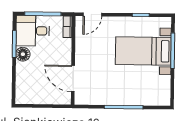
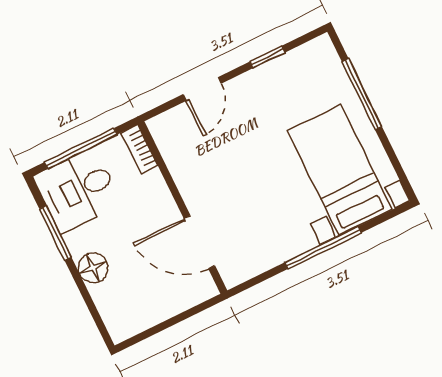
door: (92, 14) -> (202, 89), moved
bed with nightstands: (143, 51) -> (340, 170), moved, turned 90
floor lamp: (23, 54) -> (93, 268), moved

